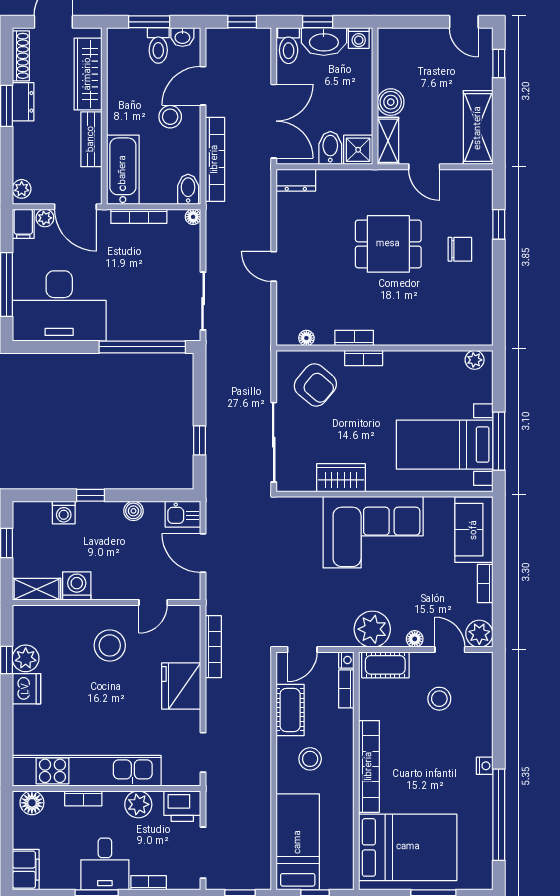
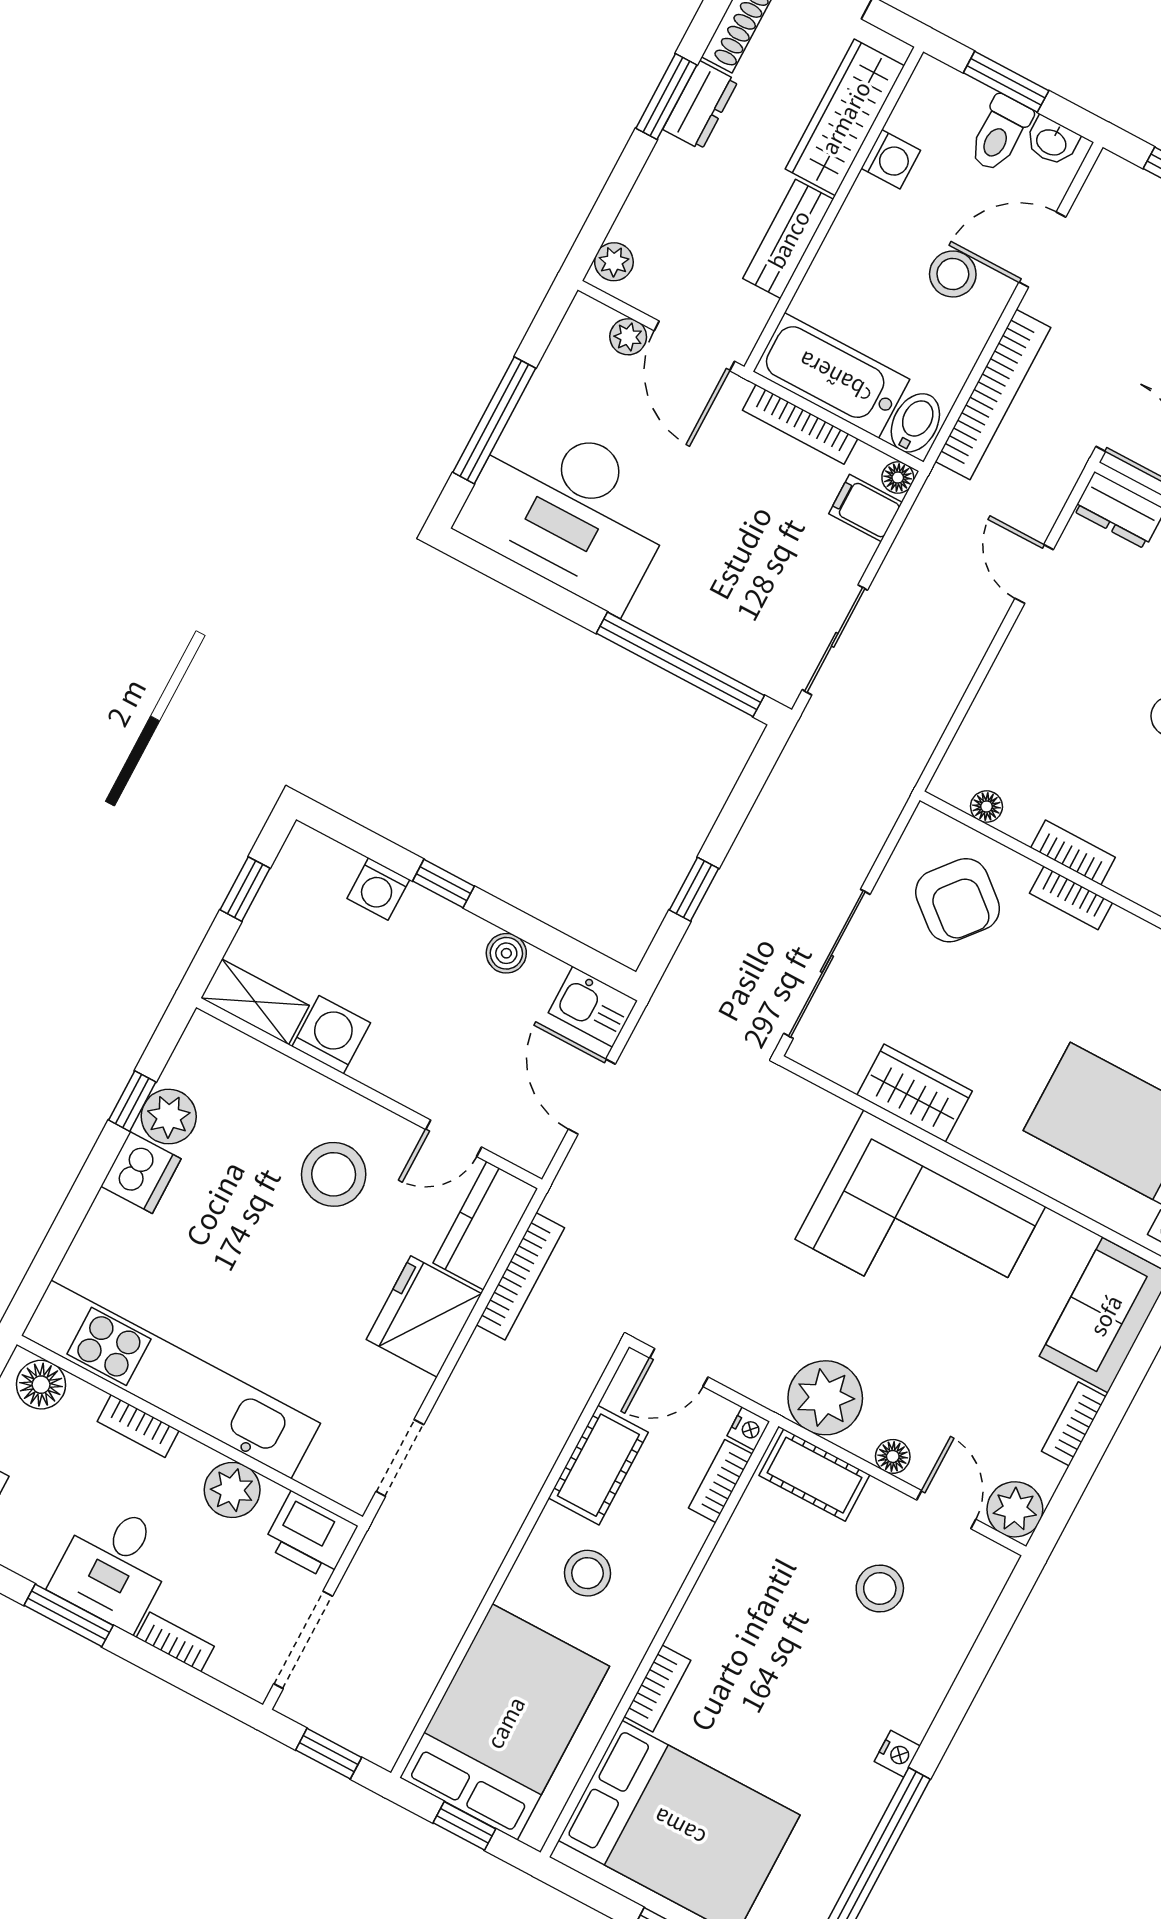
washing machine: (117, 82) -> (891, 159), added
bathtub: (123, 170) -> (831, 375), moved, turned -90
filing cabinet: (23, 224) -> (866, 508), moved, turned 90
door: (274, 266) -> (1034, 574), moved
kitchen counter: (187, 633) -> (485, 1226), added
bookcase: (369, 766) -> (657, 1688), width x0.43, depth x0.76
bed: (298, 842) -> (505, 1722), width x1.50

